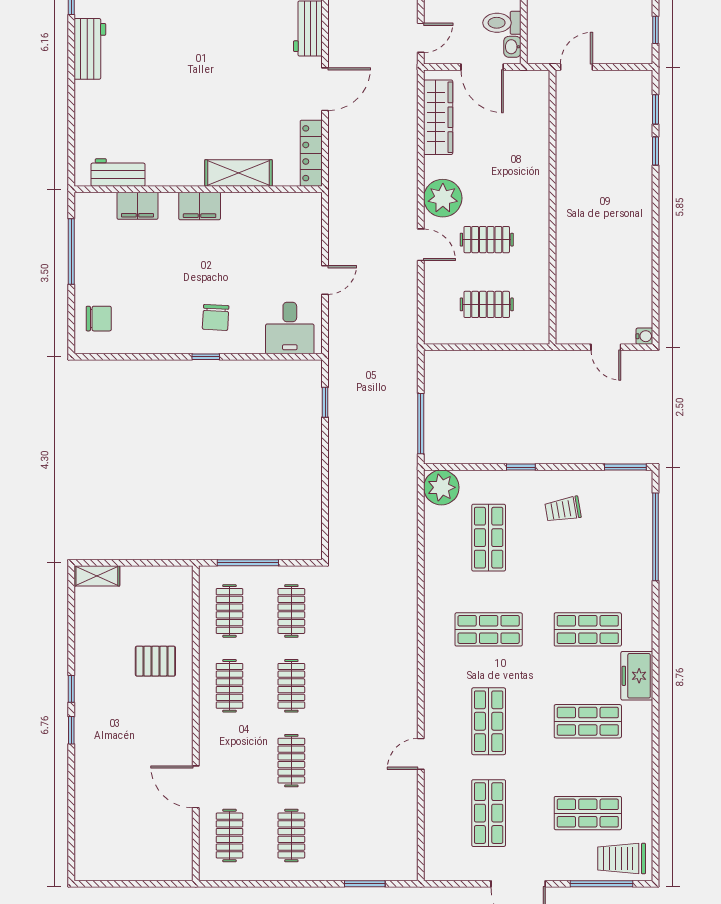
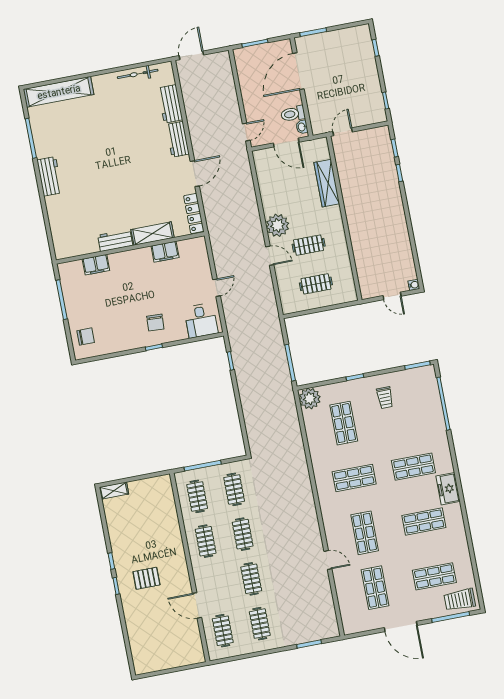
wardrobe: (438, 117) -> (327, 183), moved, turned 180
workbench: (118, 172) -> (115, 240), moved
filing cabinet: (200, 206) -> (165, 252), moved
trolley: (563, 509) -> (385, 398), turned -80
pallet: (155, 661) -> (146, 578), moved
door: (421, 754) -> (328, 560), swing flipped

